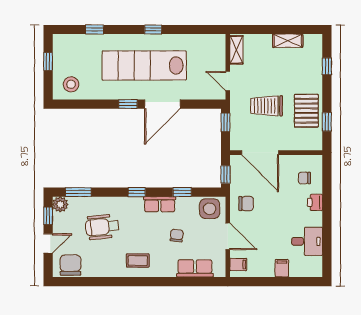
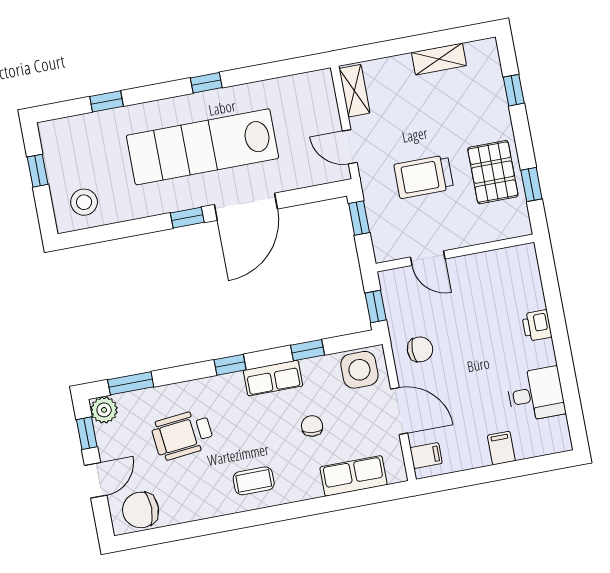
door: (260, 153) -> (428, 258), width x0.53
chair: (304, 178) -> (511, 287), removed
chair: (70, 265) -> (141, 510), turned -90

